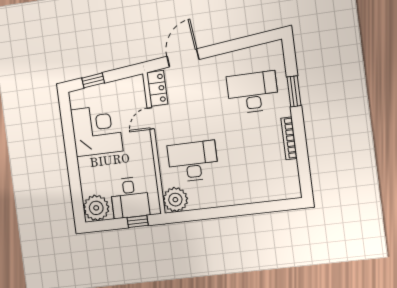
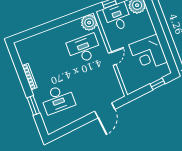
locker: (157, 88) -> (116, 88), removed
door: (151, 118) -> (112, 59), moved
desk: (193, 161) -> (84, 49), turned 180

